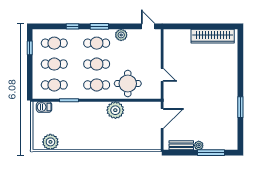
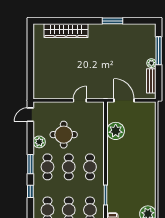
wardrobe: (213, 36) -> (66, 31), moved, turned 90
round table: (128, 84) -> (64, 135), moved
plant: (115, 110) -> (116, 131), moved

